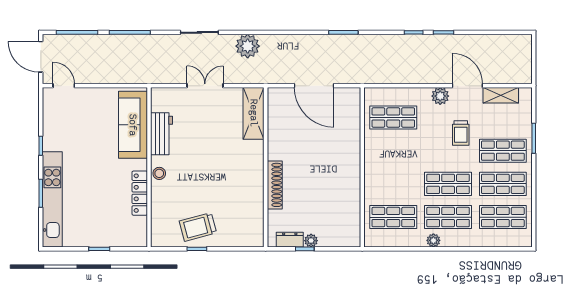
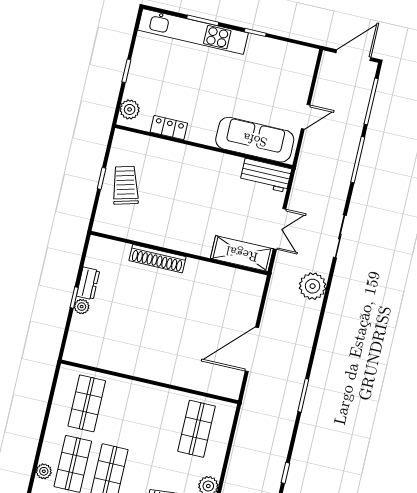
door: (64, 86) -> (306, 117), moved
shelving: (254, 113) -> (242, 254), moved
workbench: (162, 134) -> (266, 175), moved
wall: (266, 167) -> (179, 253), moved
stool: (159, 173) -> (194, 156), removed
shoe rack: (275, 185) -> (157, 259), moved
locker: (140, 193) -> (169, 128), width x0.66
plant: (132, 239) -> (130, 109), added
plant: (433, 240) -> (44, 471), moved

